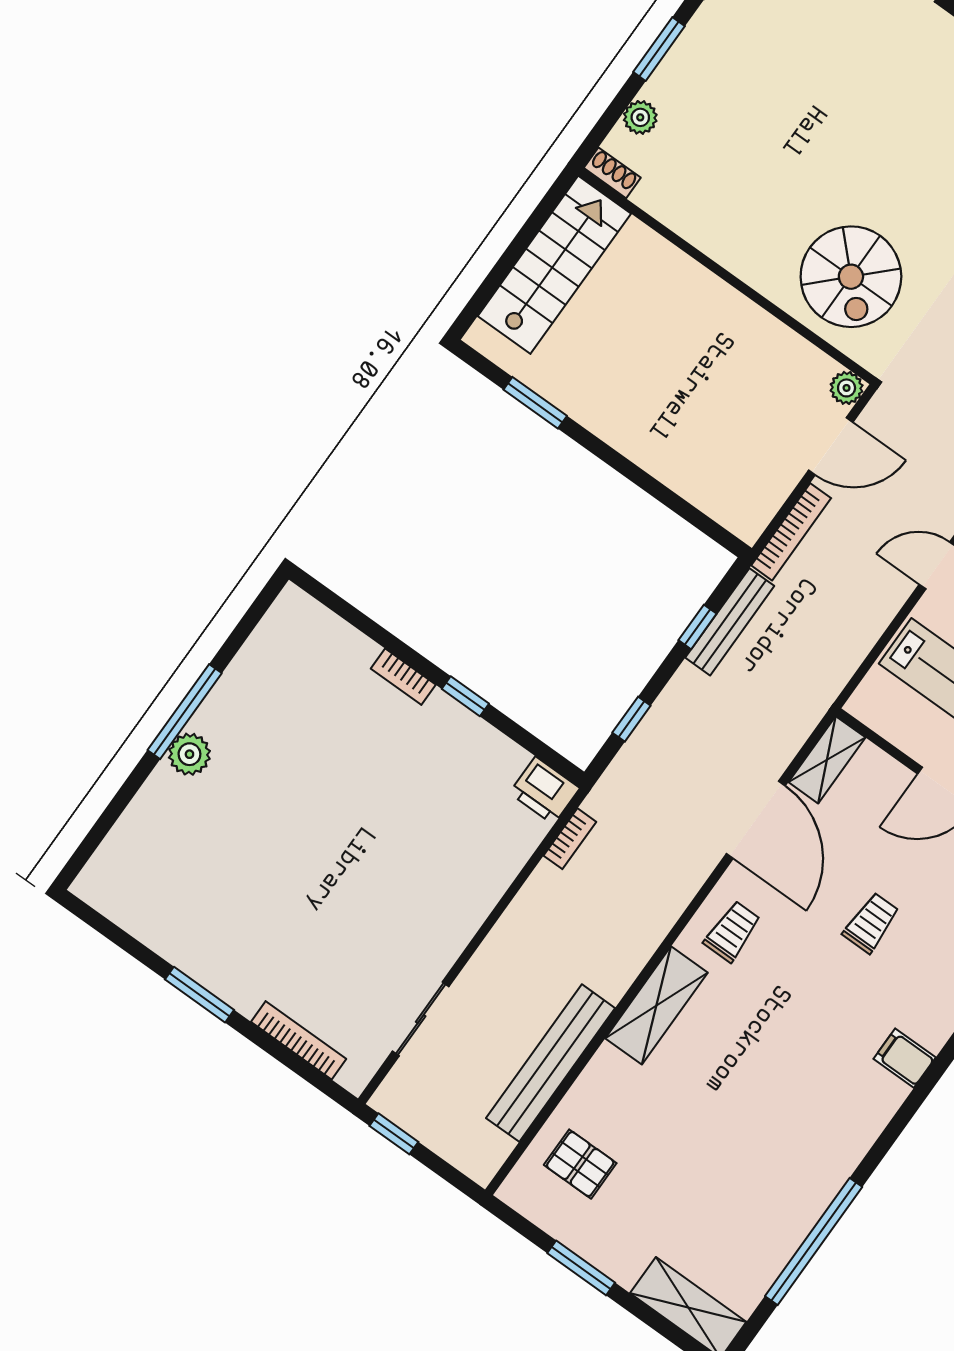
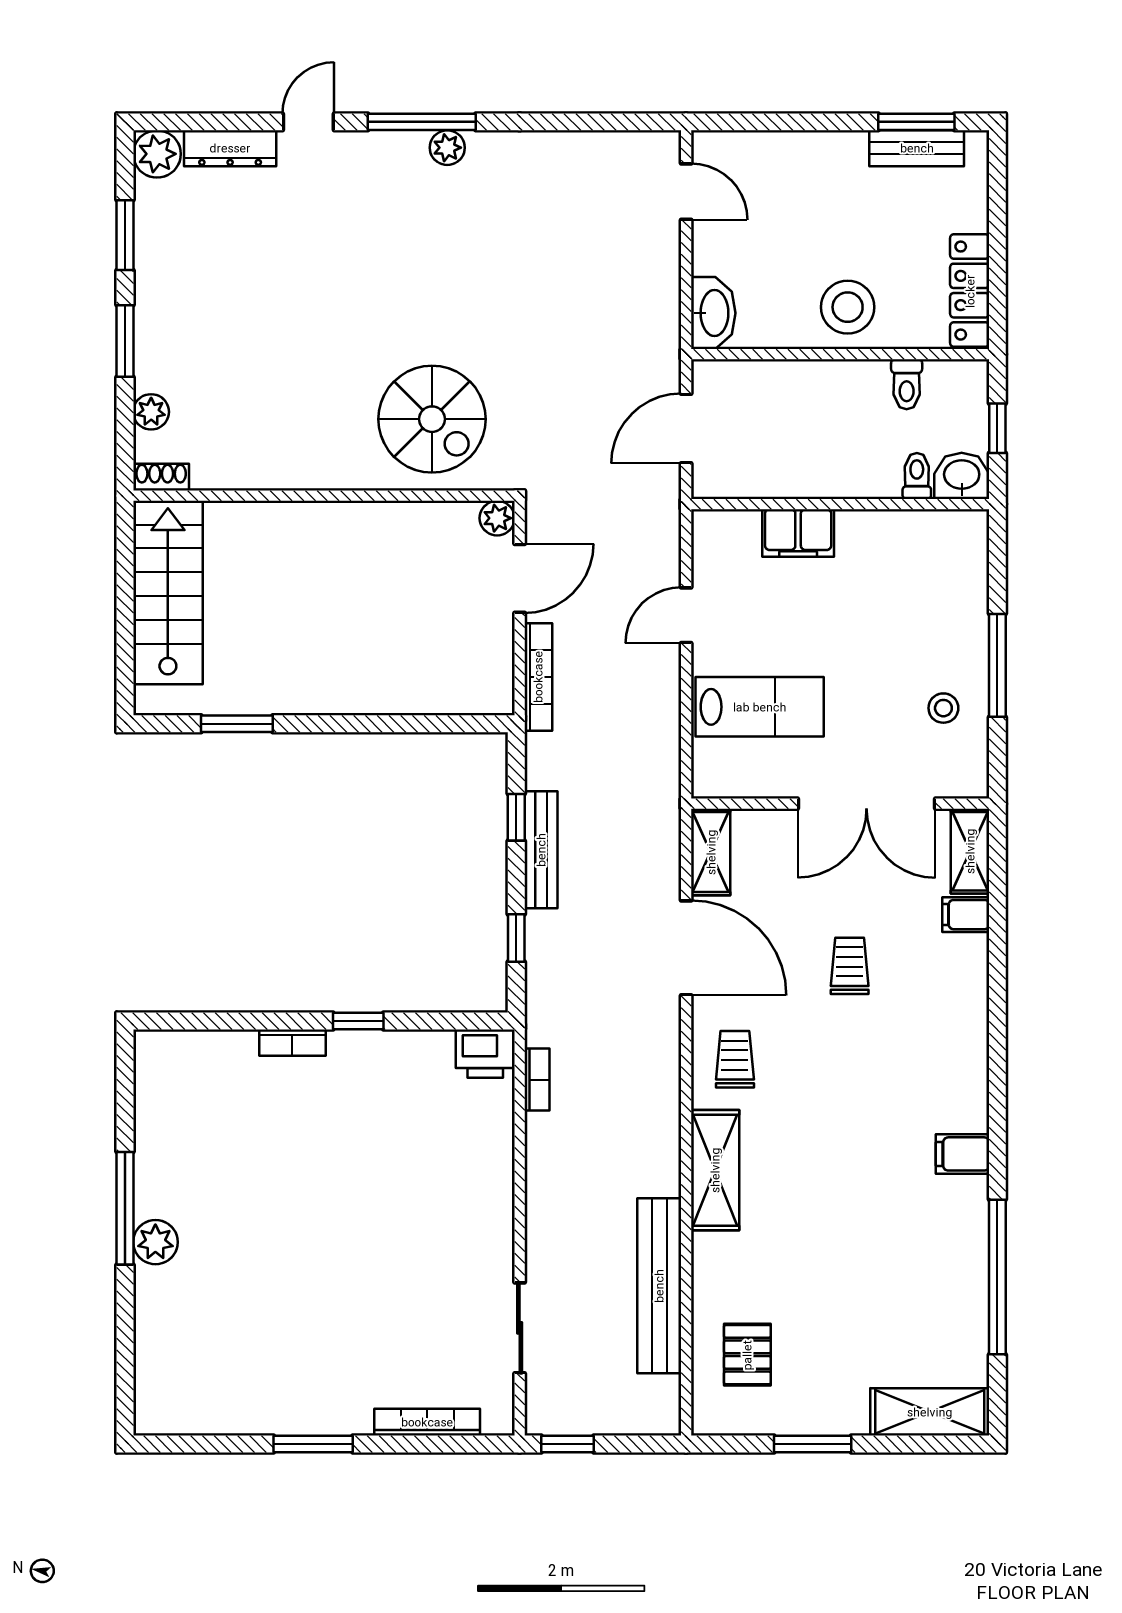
bench: (730, 622) -> (541, 850), moved
filing cabinet: (905, 1058) -> (962, 1154), moved
pallet: (580, 1164) -> (747, 1355), turned 90

